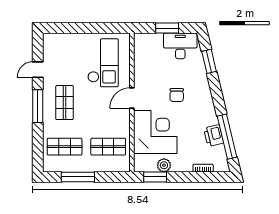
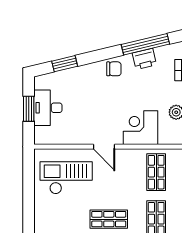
desk: (180, 46) -> (48, 108), moved
chair: (177, 95) -> (114, 69), moved
corner desk: (155, 132) -> (141, 128), width x0.74, depth x0.74

